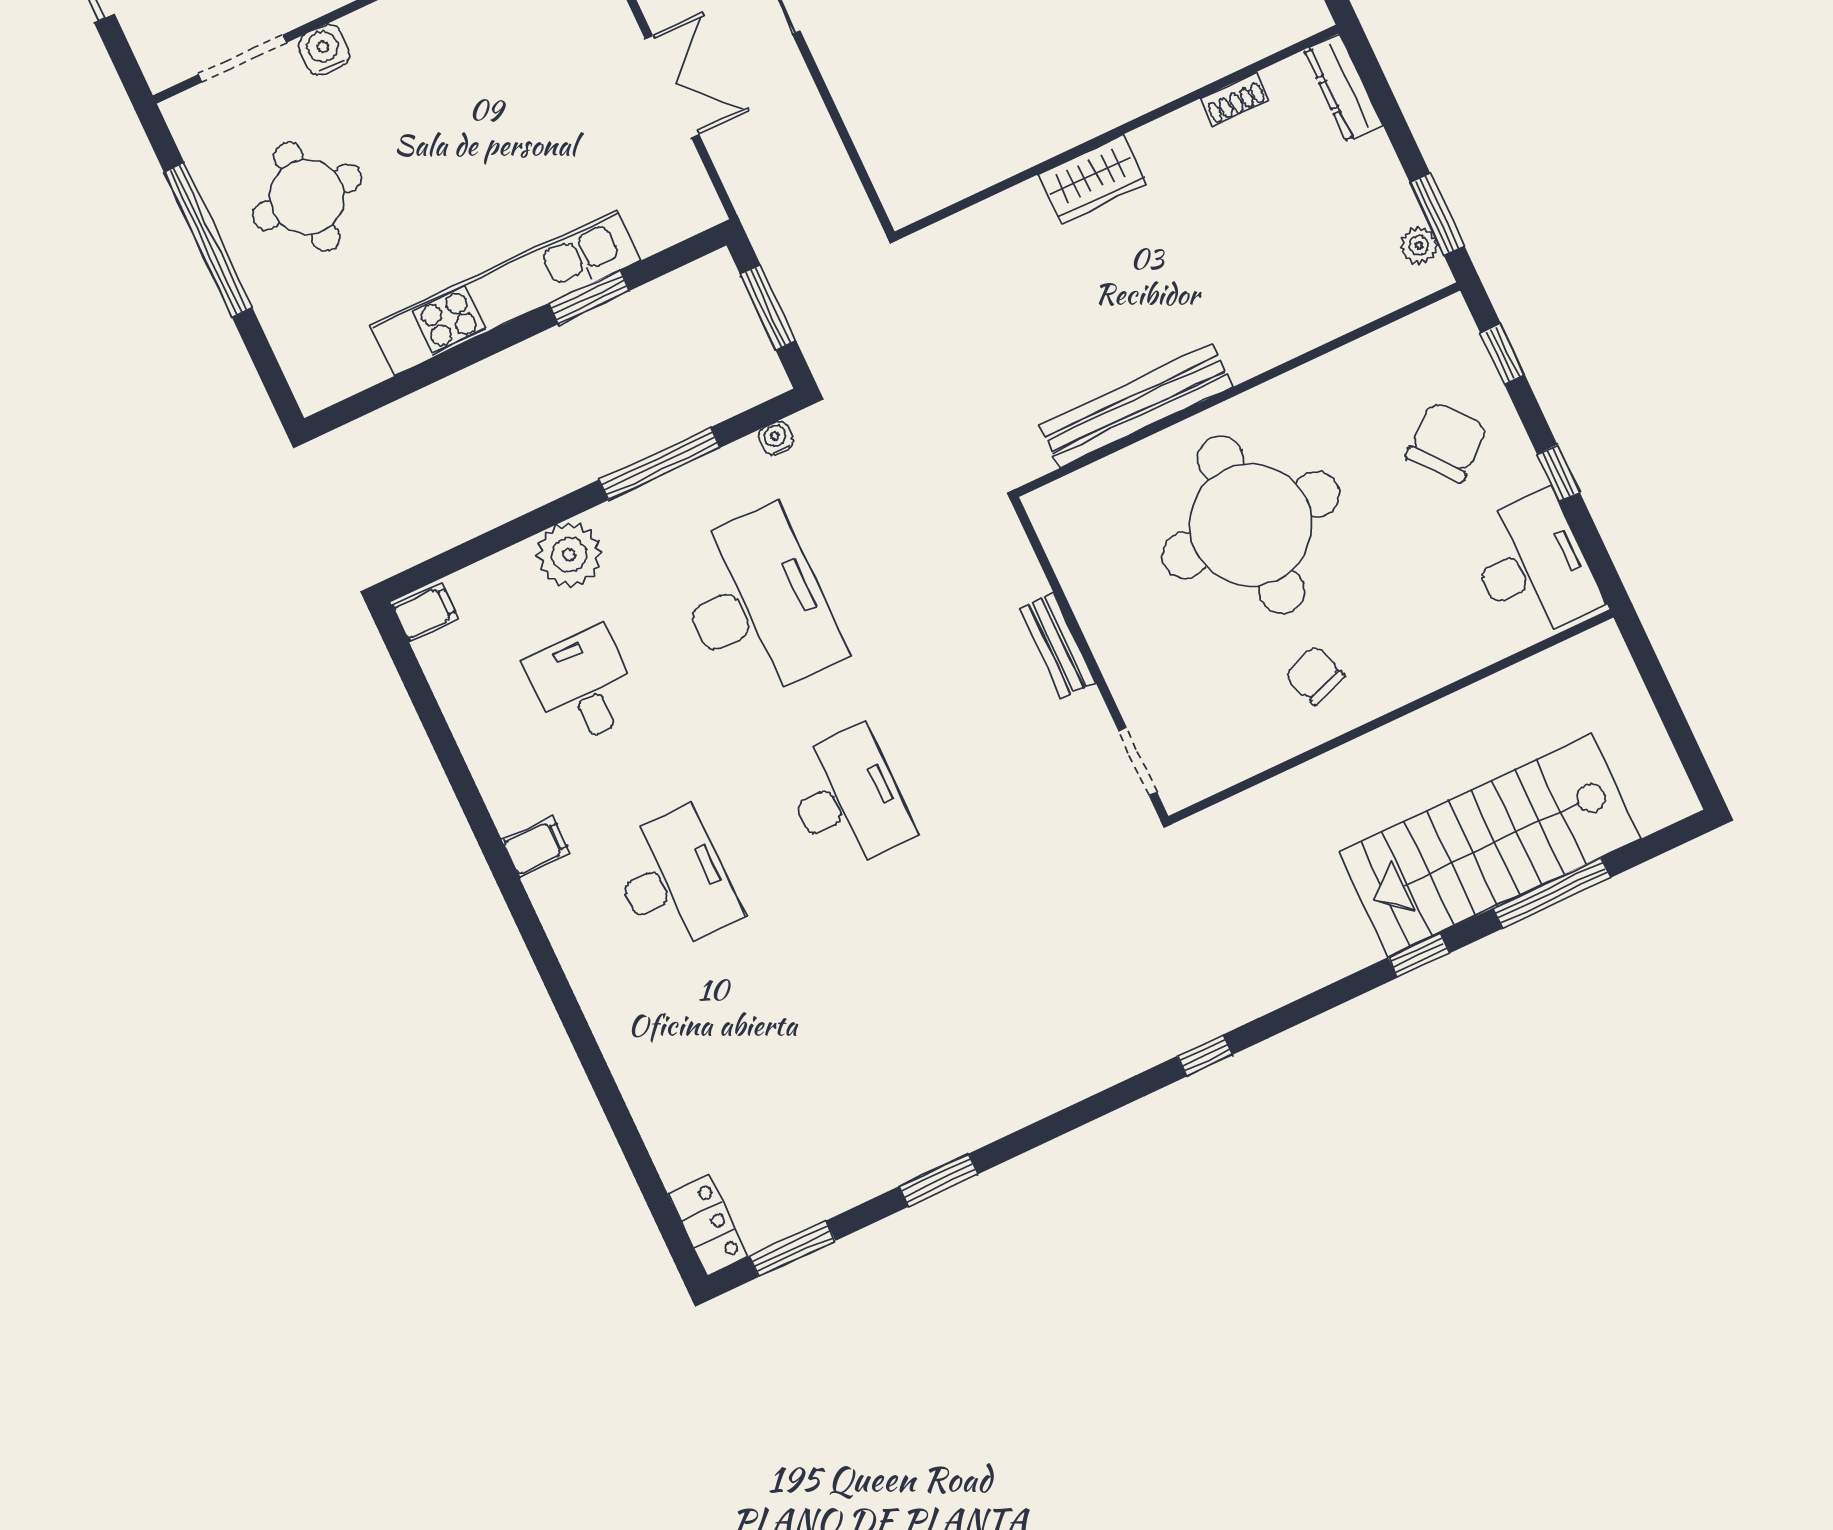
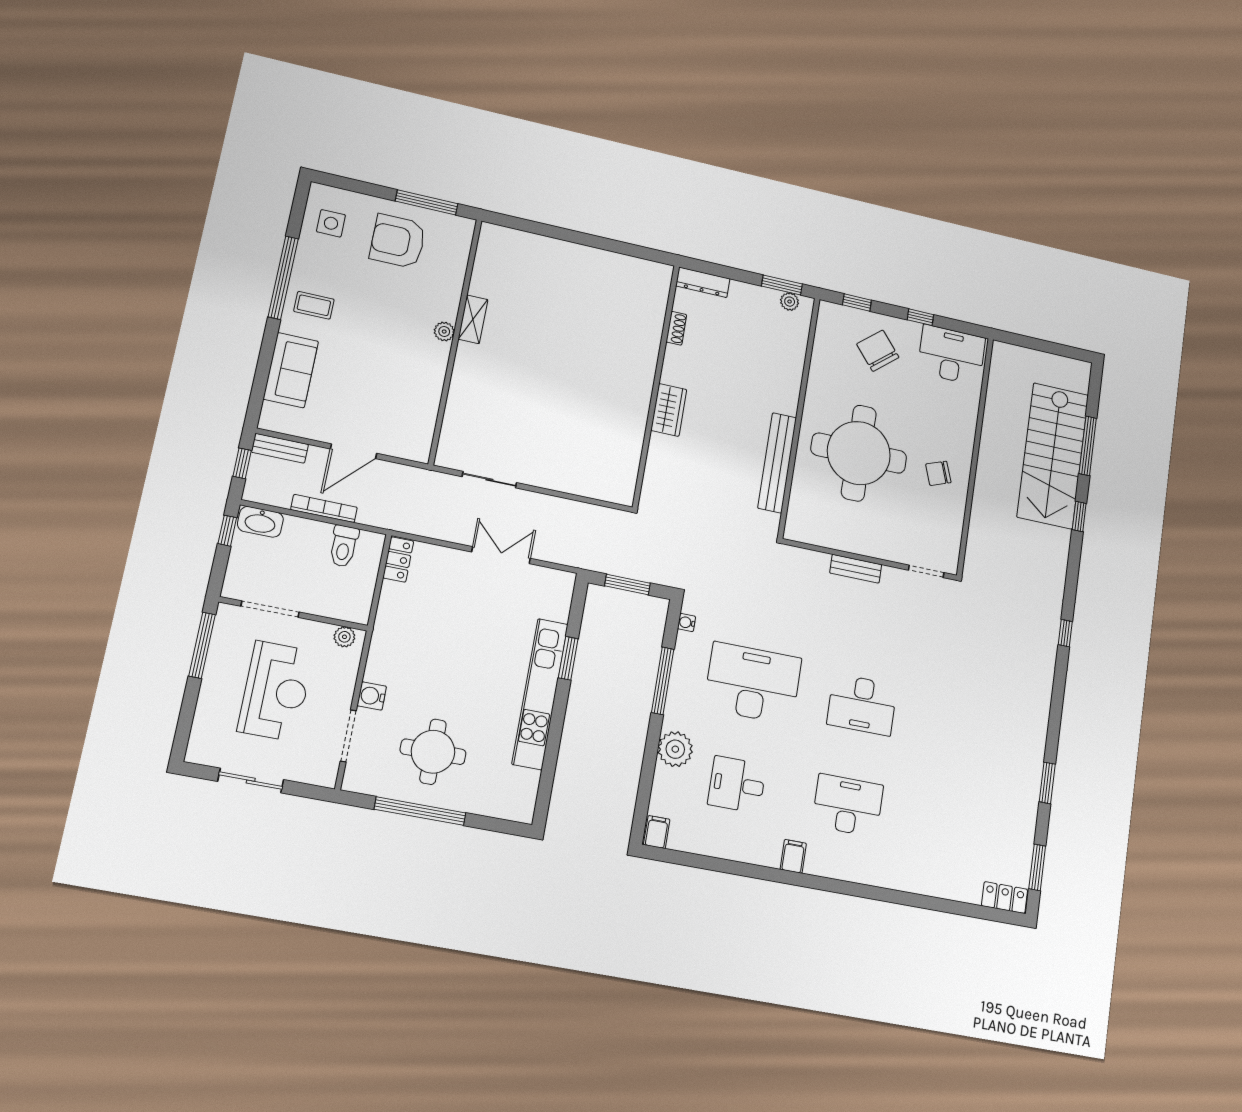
desk: (847, 799) -> (862, 705), turned 180

